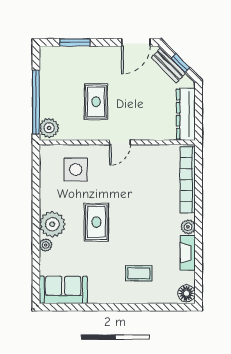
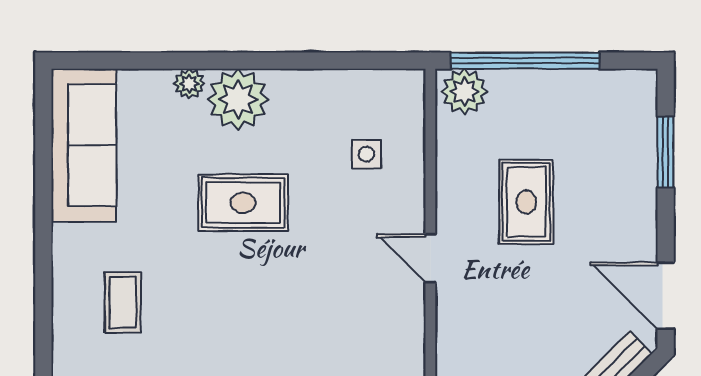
rug: (96, 102) -> (526, 202), turned 90
side table: (76, 170) -> (367, 154), width x0.54, depth x0.54
sofa: (63, 290) -> (84, 145), width x1.36

